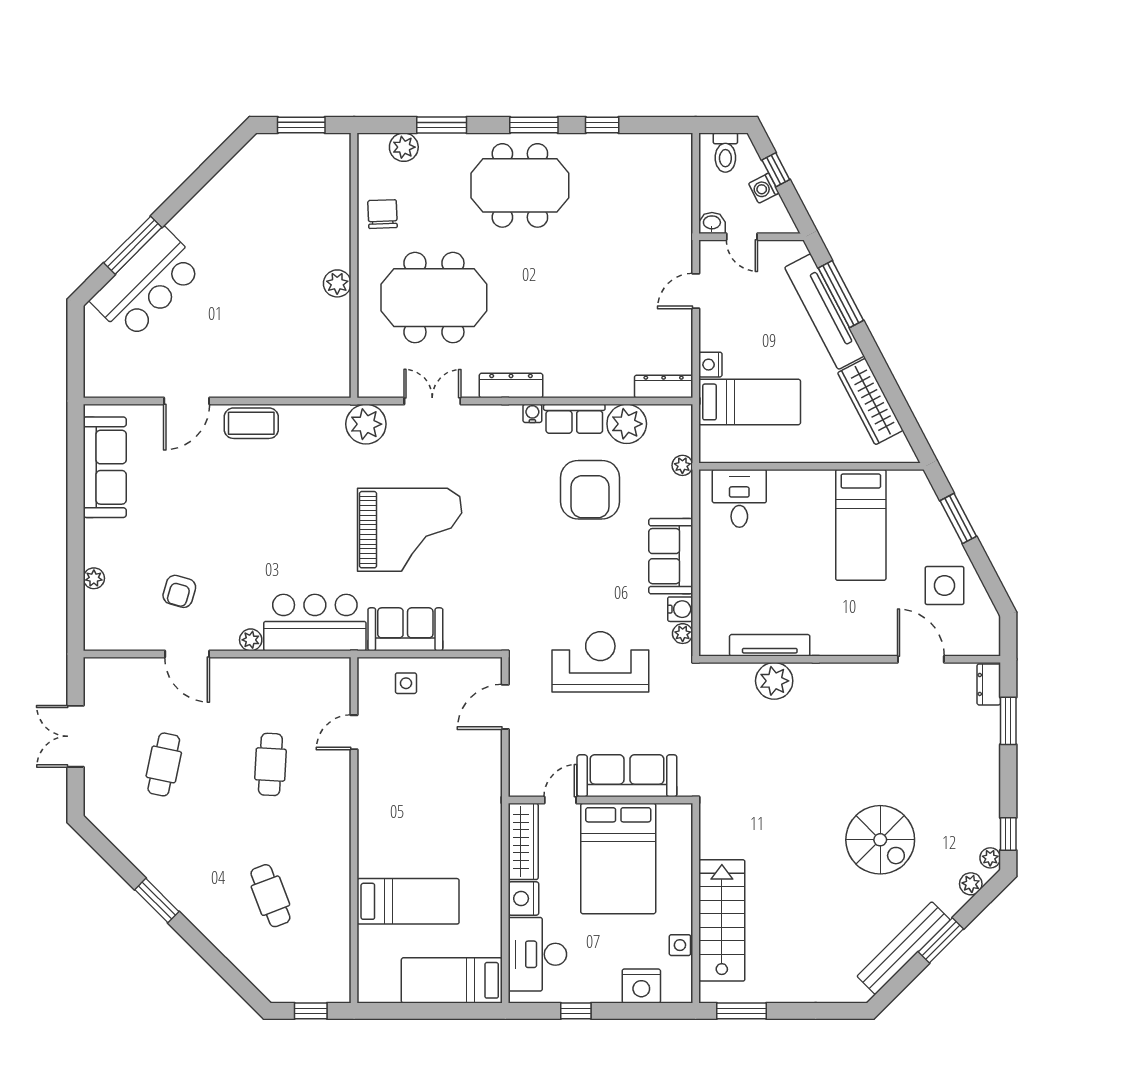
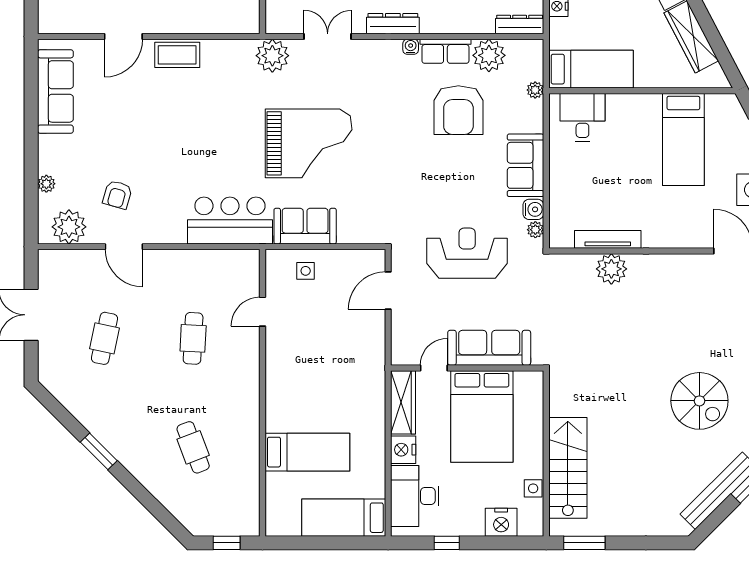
bed: (750, 402) -> (591, 69), moved
plant: (251, 640) -> (69, 227), moved, width x1.88, depth x1.88

